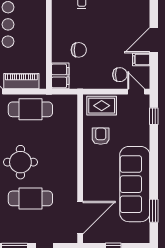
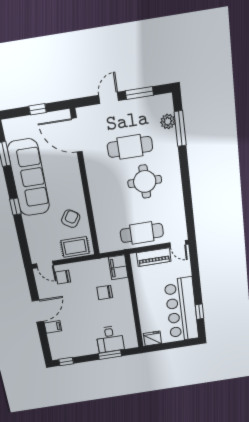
filing cabinet: (141, 59) -> (53, 327), moved
window: (154, 116) -> (15, 207), moved
armchair: (101, 136) -> (71, 219), turned -147
door: (80, 218) -> (77, 135), hinge flipped

